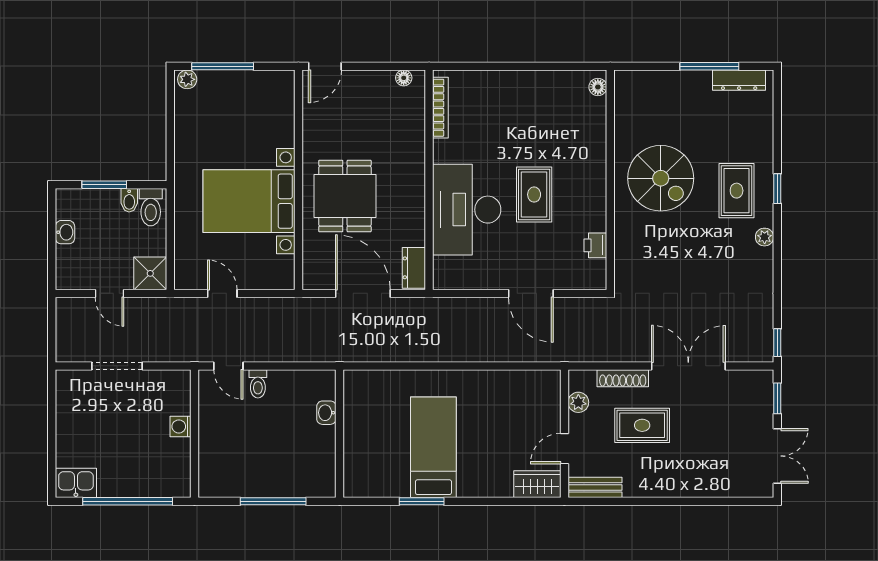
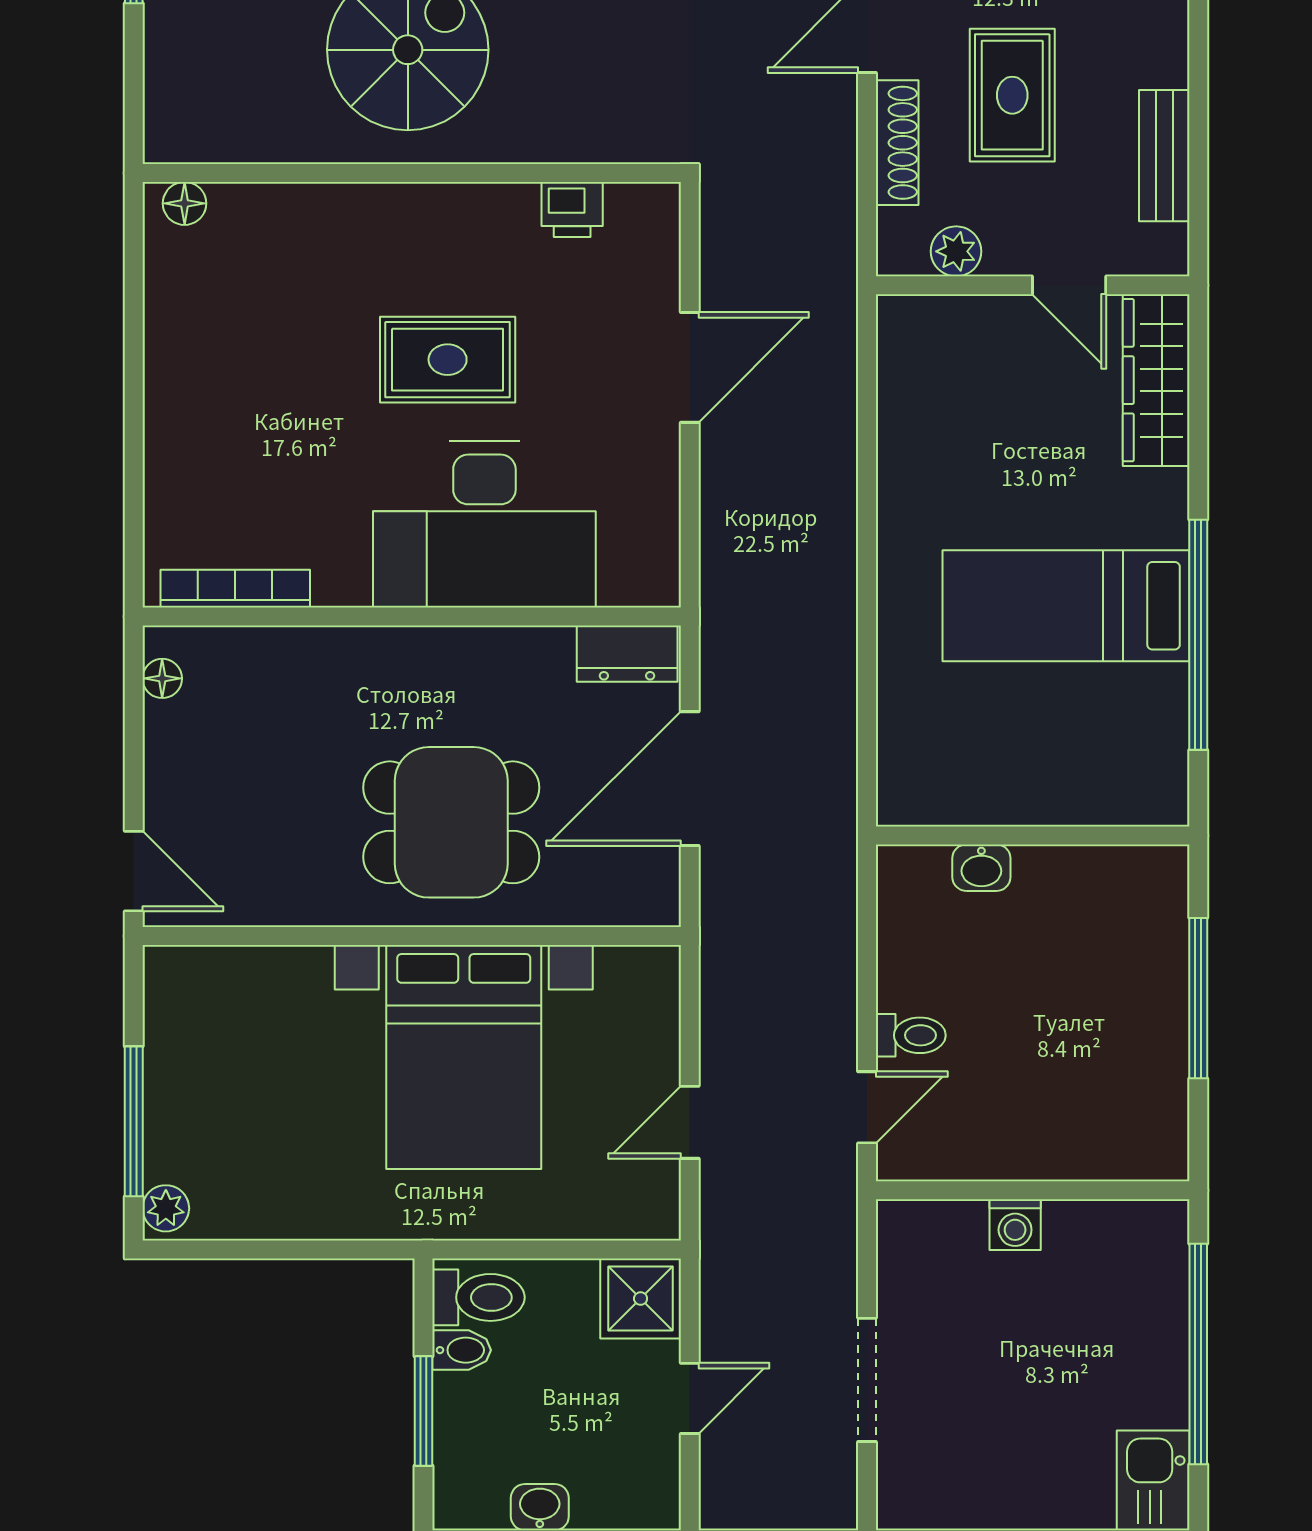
wardrobe: (537, 484) -> (1156, 380), width x1.50
bench: (595, 487) -> (1164, 156), moved
window: (422, 501) -> (1198, 635), width x2.11

